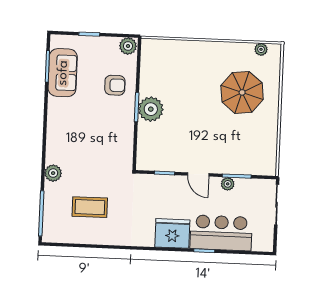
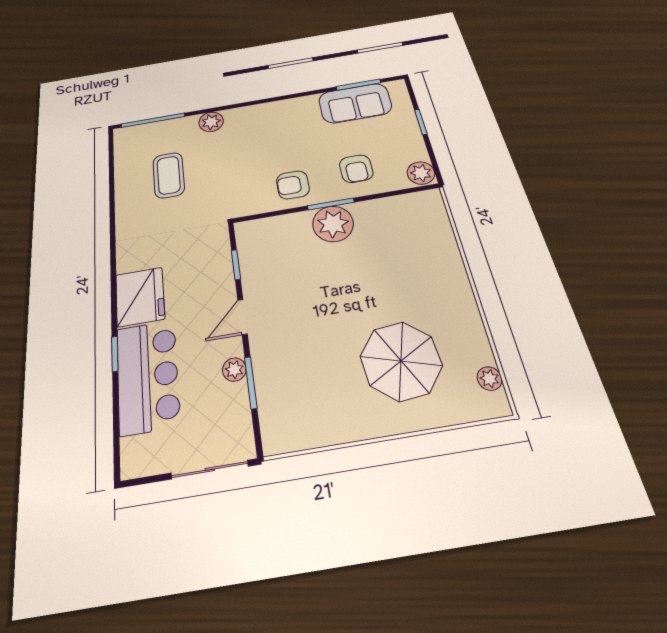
armchair: (117, 128) -> (293, 185), added

